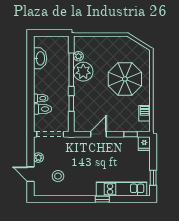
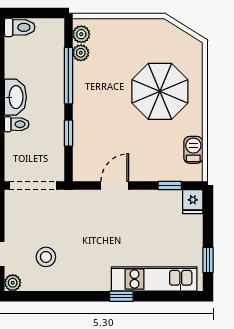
washbasin: (40, 58) -> (15, 97), moved
plant: (83, 72) -> (81, 34), moved, width x0.53, depth x0.53
toilet: (43, 109) -> (20, 27), moved
plant: (38, 158) -> (13, 283), moved

